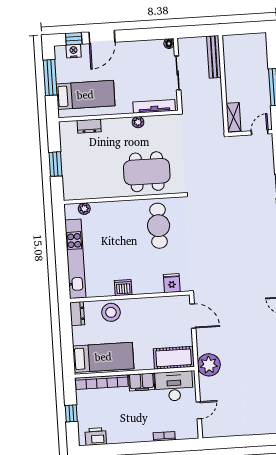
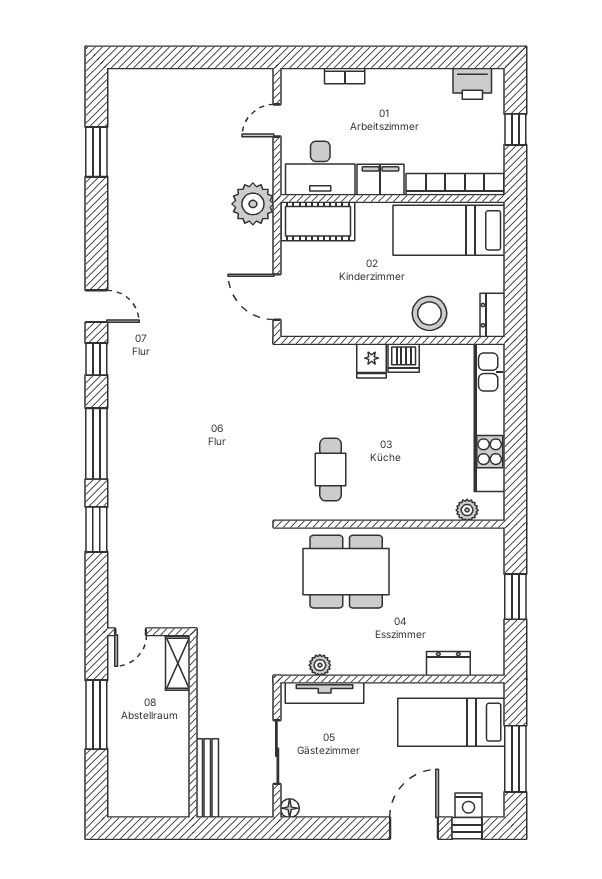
plant: (138, 122) -> (320, 665), moved
cafe table: (159, 226) -> (331, 470), width x0.73, depth x0.74
fridge: (172, 283) -> (372, 361), moved

